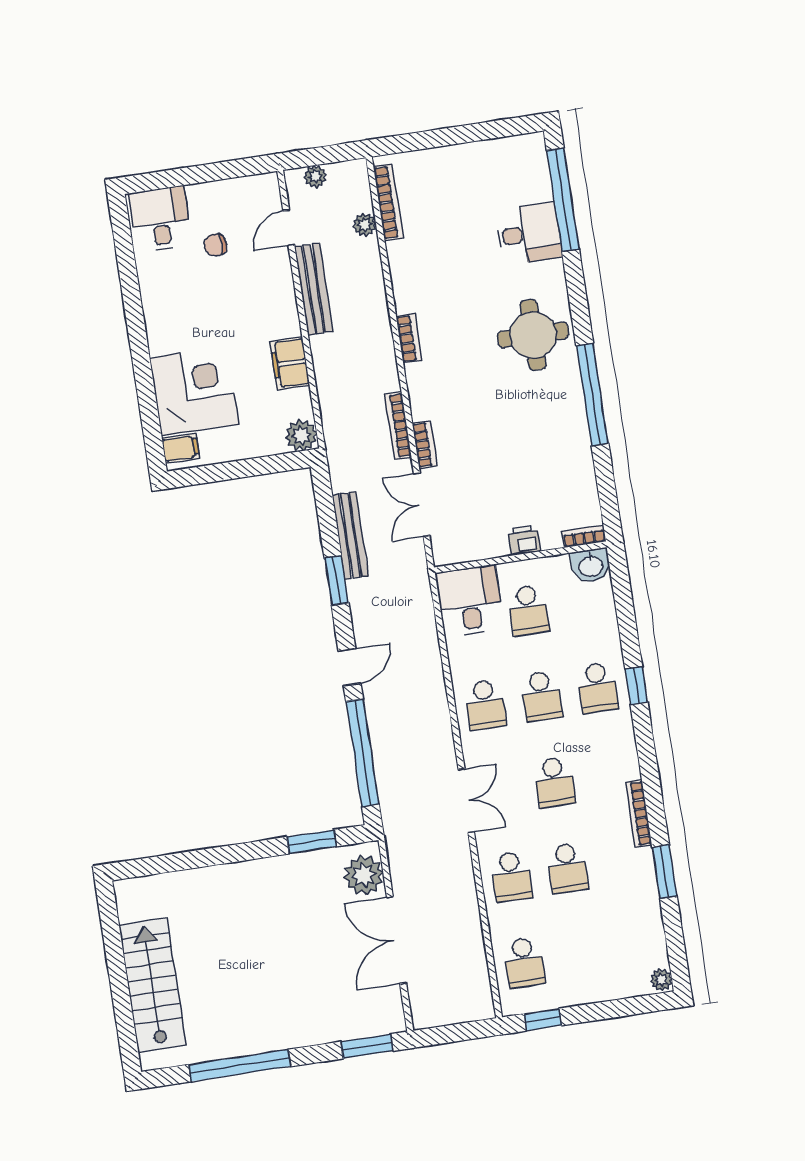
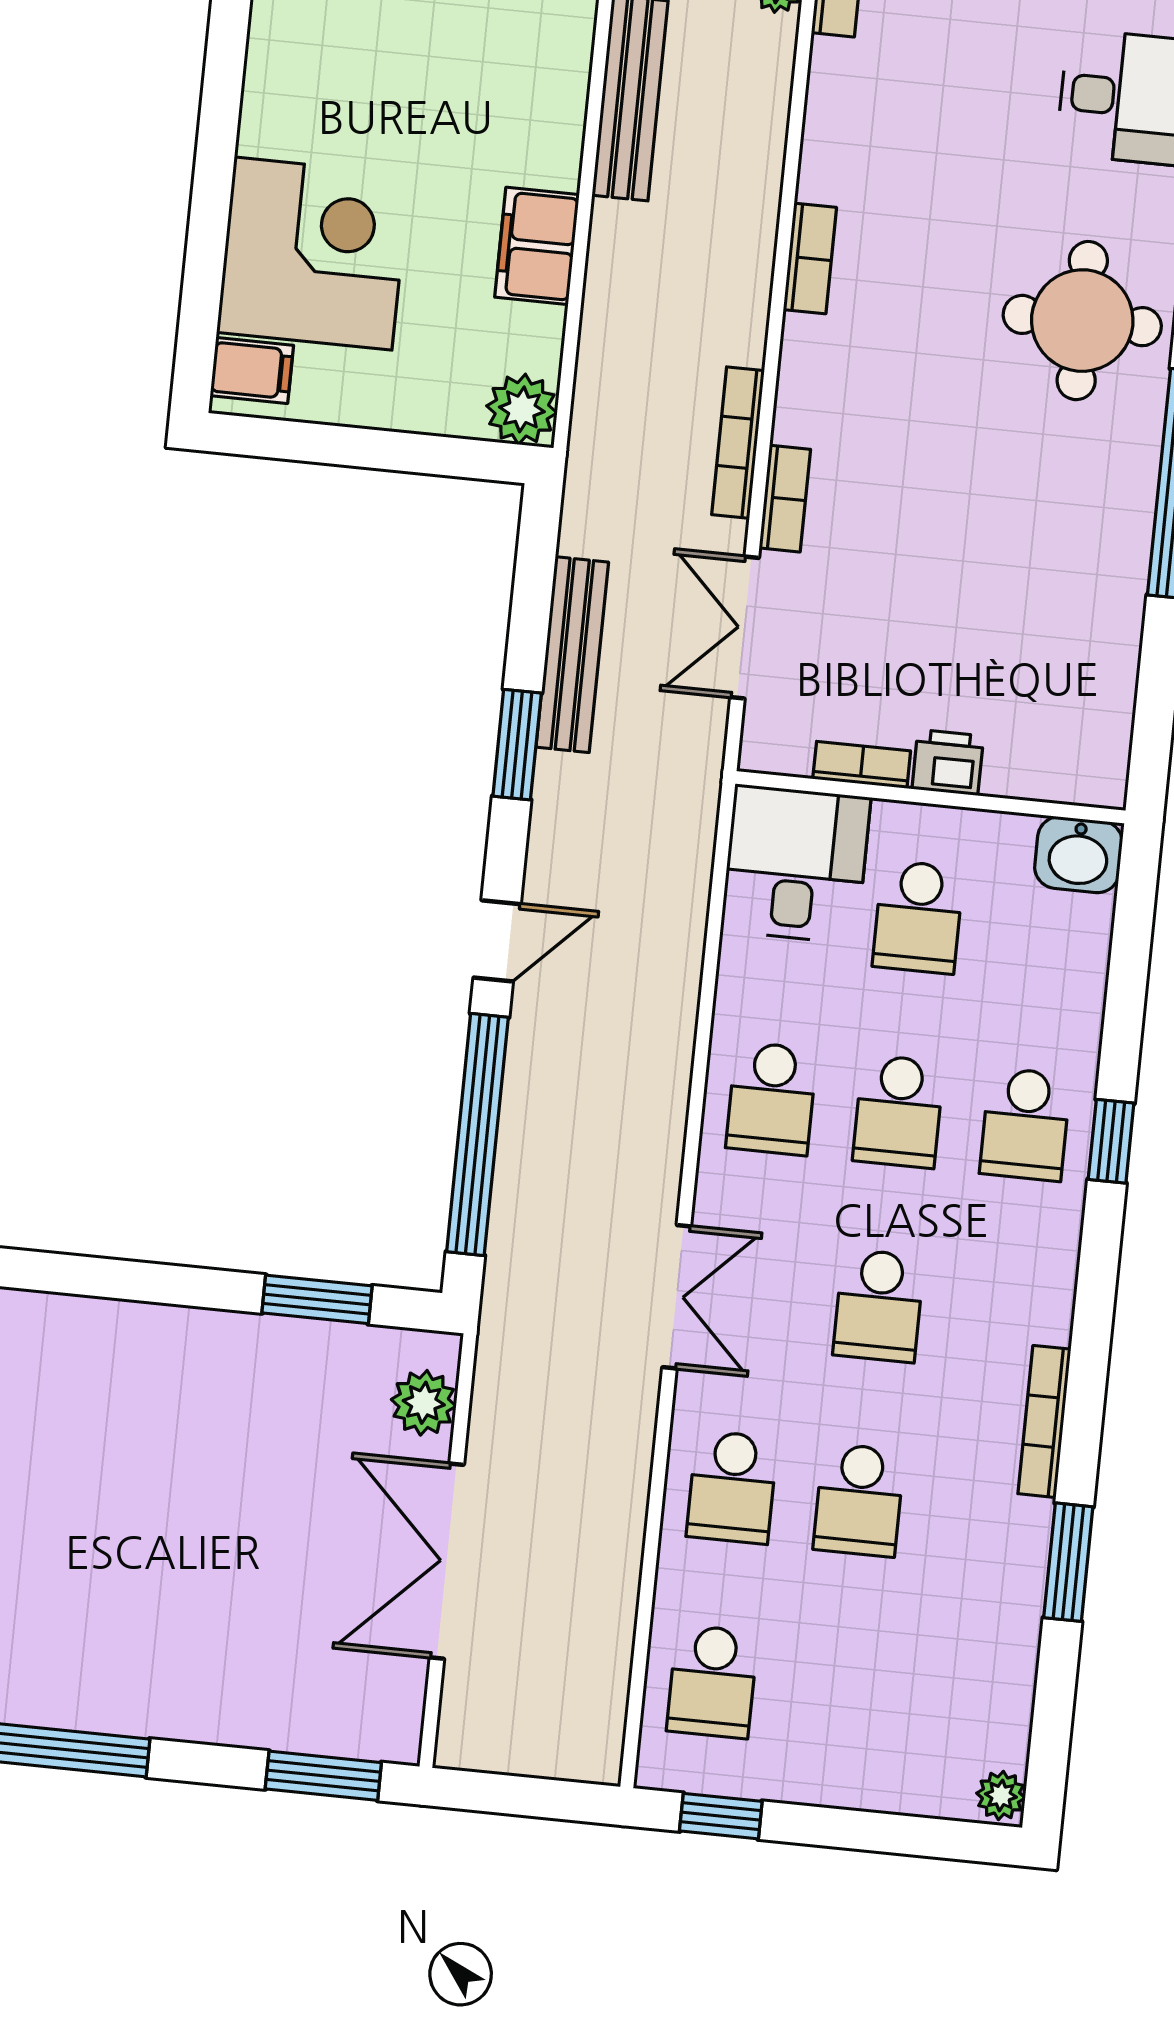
bookcase: (584, 536) -> (862, 765), moved
plant: (364, 875) -> (424, 1403), width x0.73, depth x0.73

